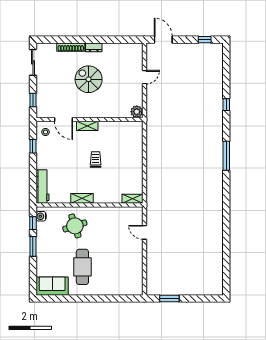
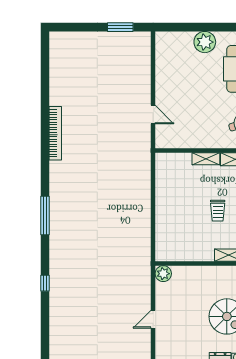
shelving: (132, 199) -> (206, 159), moved
bookcase: (219, 218) -> (55, 133), added
plant: (105, 287) -> (205, 42), added

